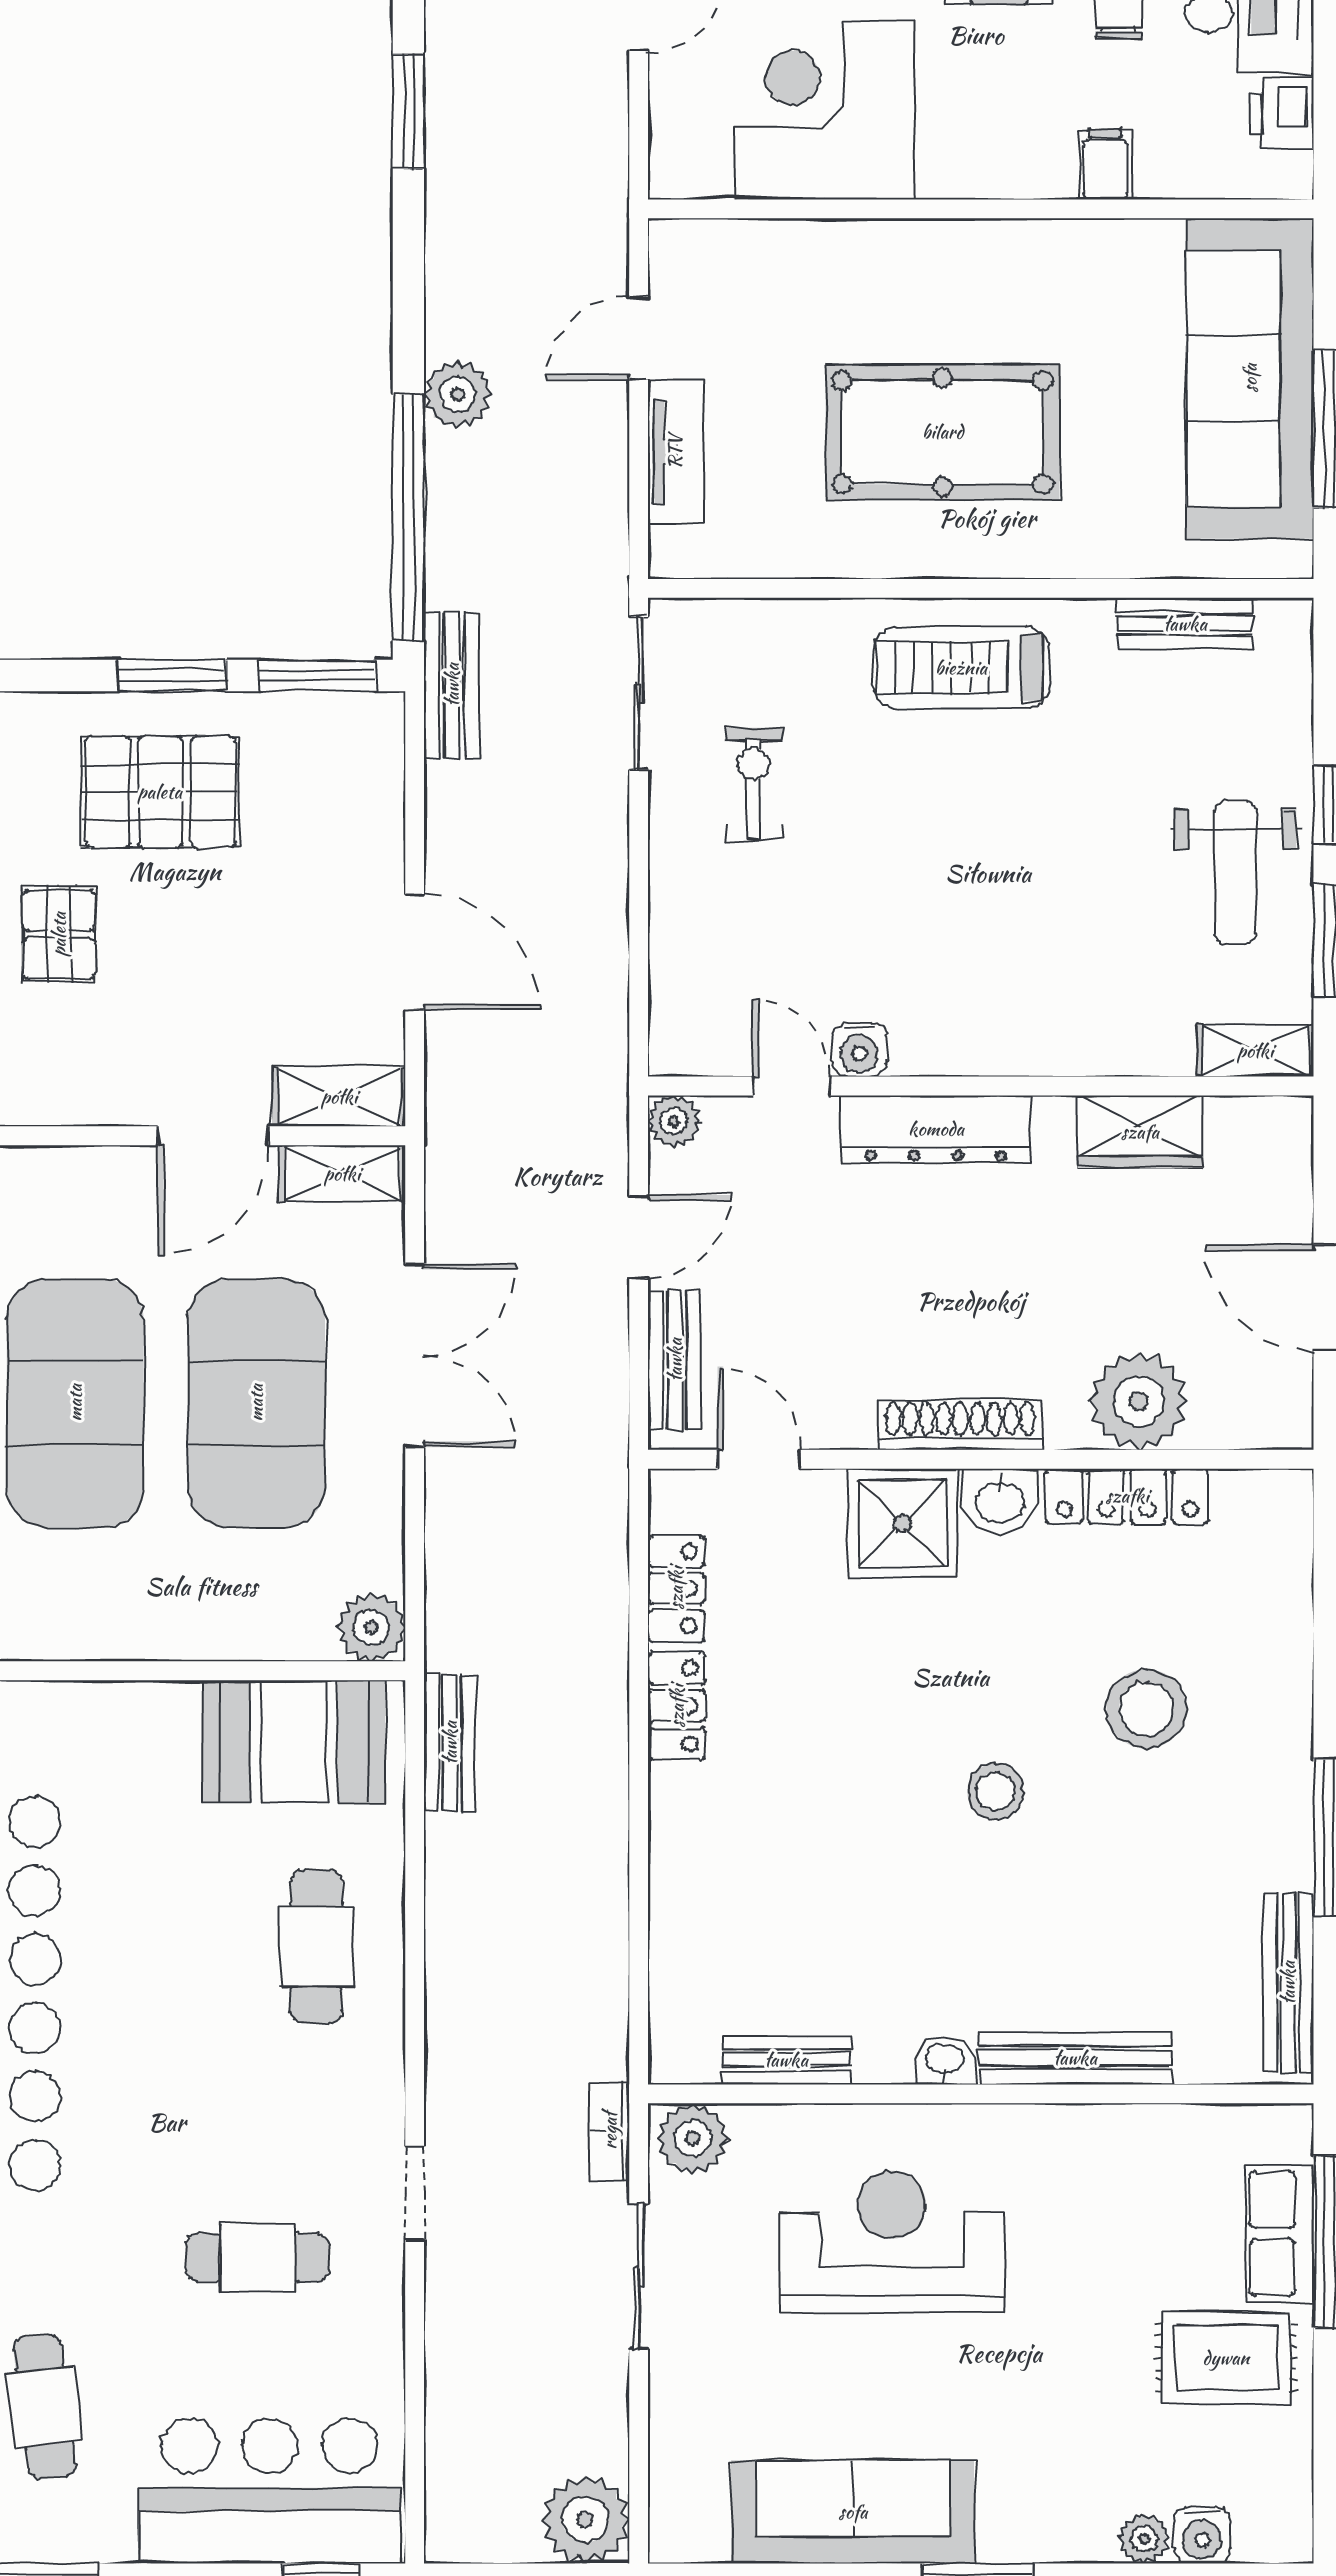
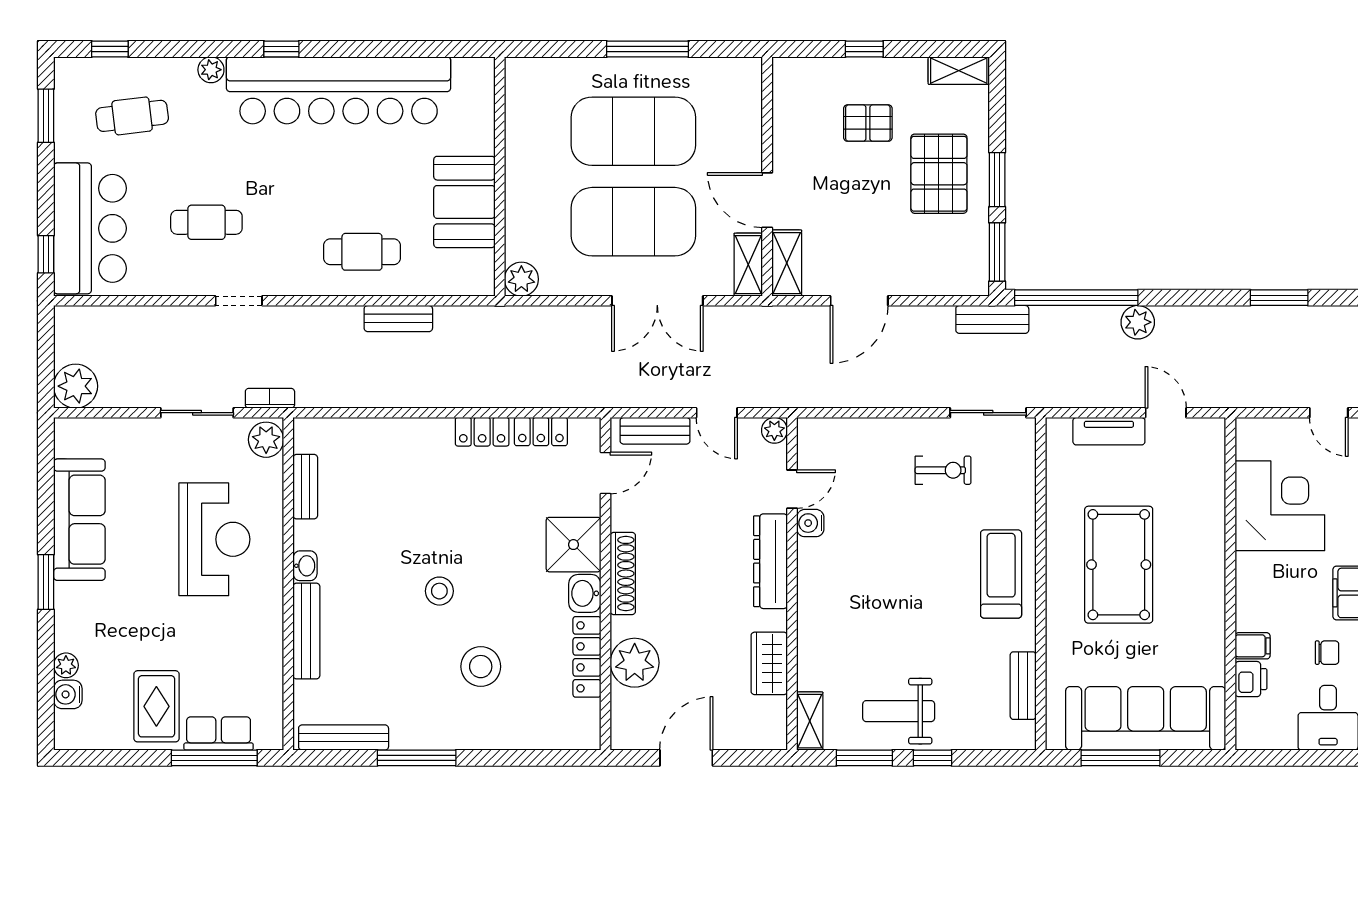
printer: (1282, 114) -> (1251, 679), moved, turned 90
booth: (294, 1741) -> (464, 202), moved
bench: (450, 1743) -> (398, 319), moved
cafe table: (257, 2258) -> (206, 222), turned 90

